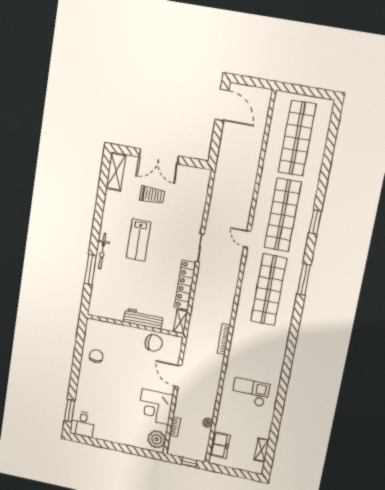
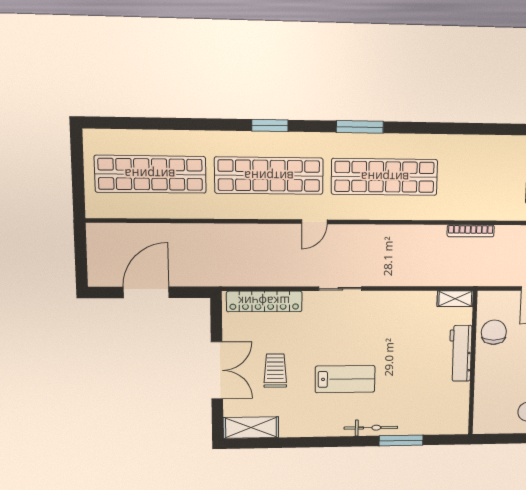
door: (222, 105) -> (146, 292), moved
locker: (185, 285) -> (264, 301), moved

